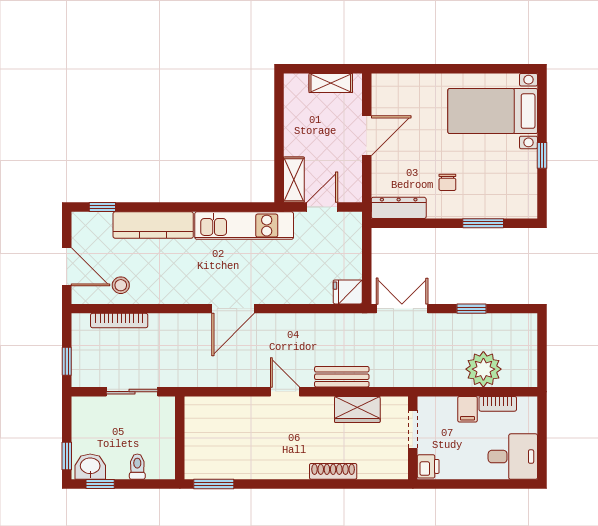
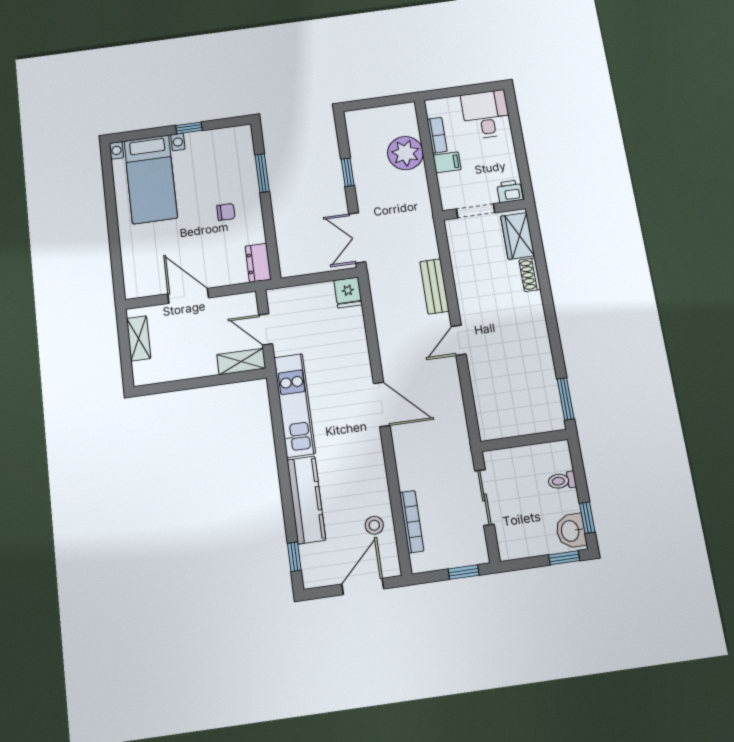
dresser: (399, 208) -> (258, 263), width x0.70
wardrobe: (357, 409) -> (518, 236), moved, turned 180
shoe rack: (333, 471) -> (530, 275), width x0.70

